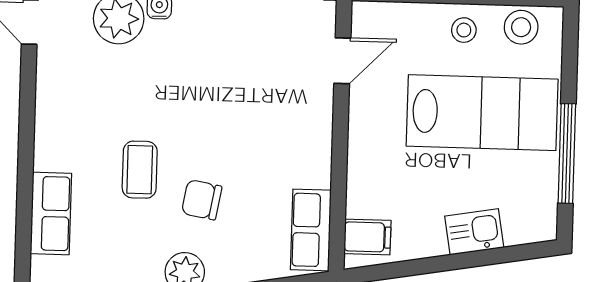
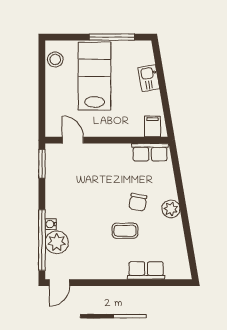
stool: (464, 30) -> (57, 86), removed

